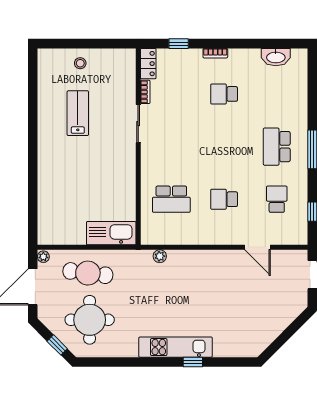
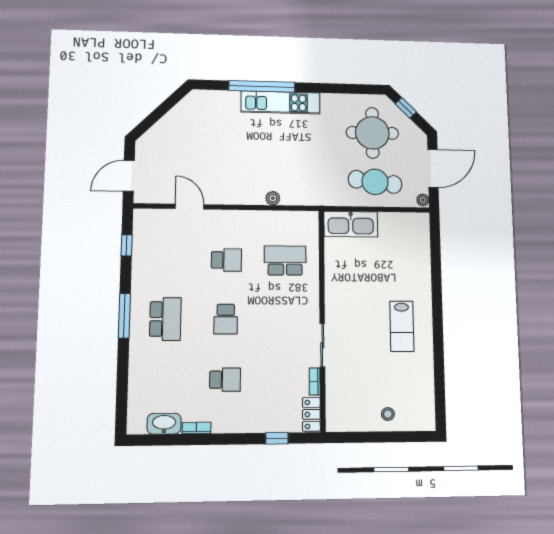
bookcase: (215, 53) -> (197, 428), moved
lab bench: (78, 113) -> (402, 326), moved
school desk: (277, 199) -> (226, 319), moved
plant: (160, 256) -> (273, 198), moved
window: (193, 362) -> (262, 86), width x3.17

